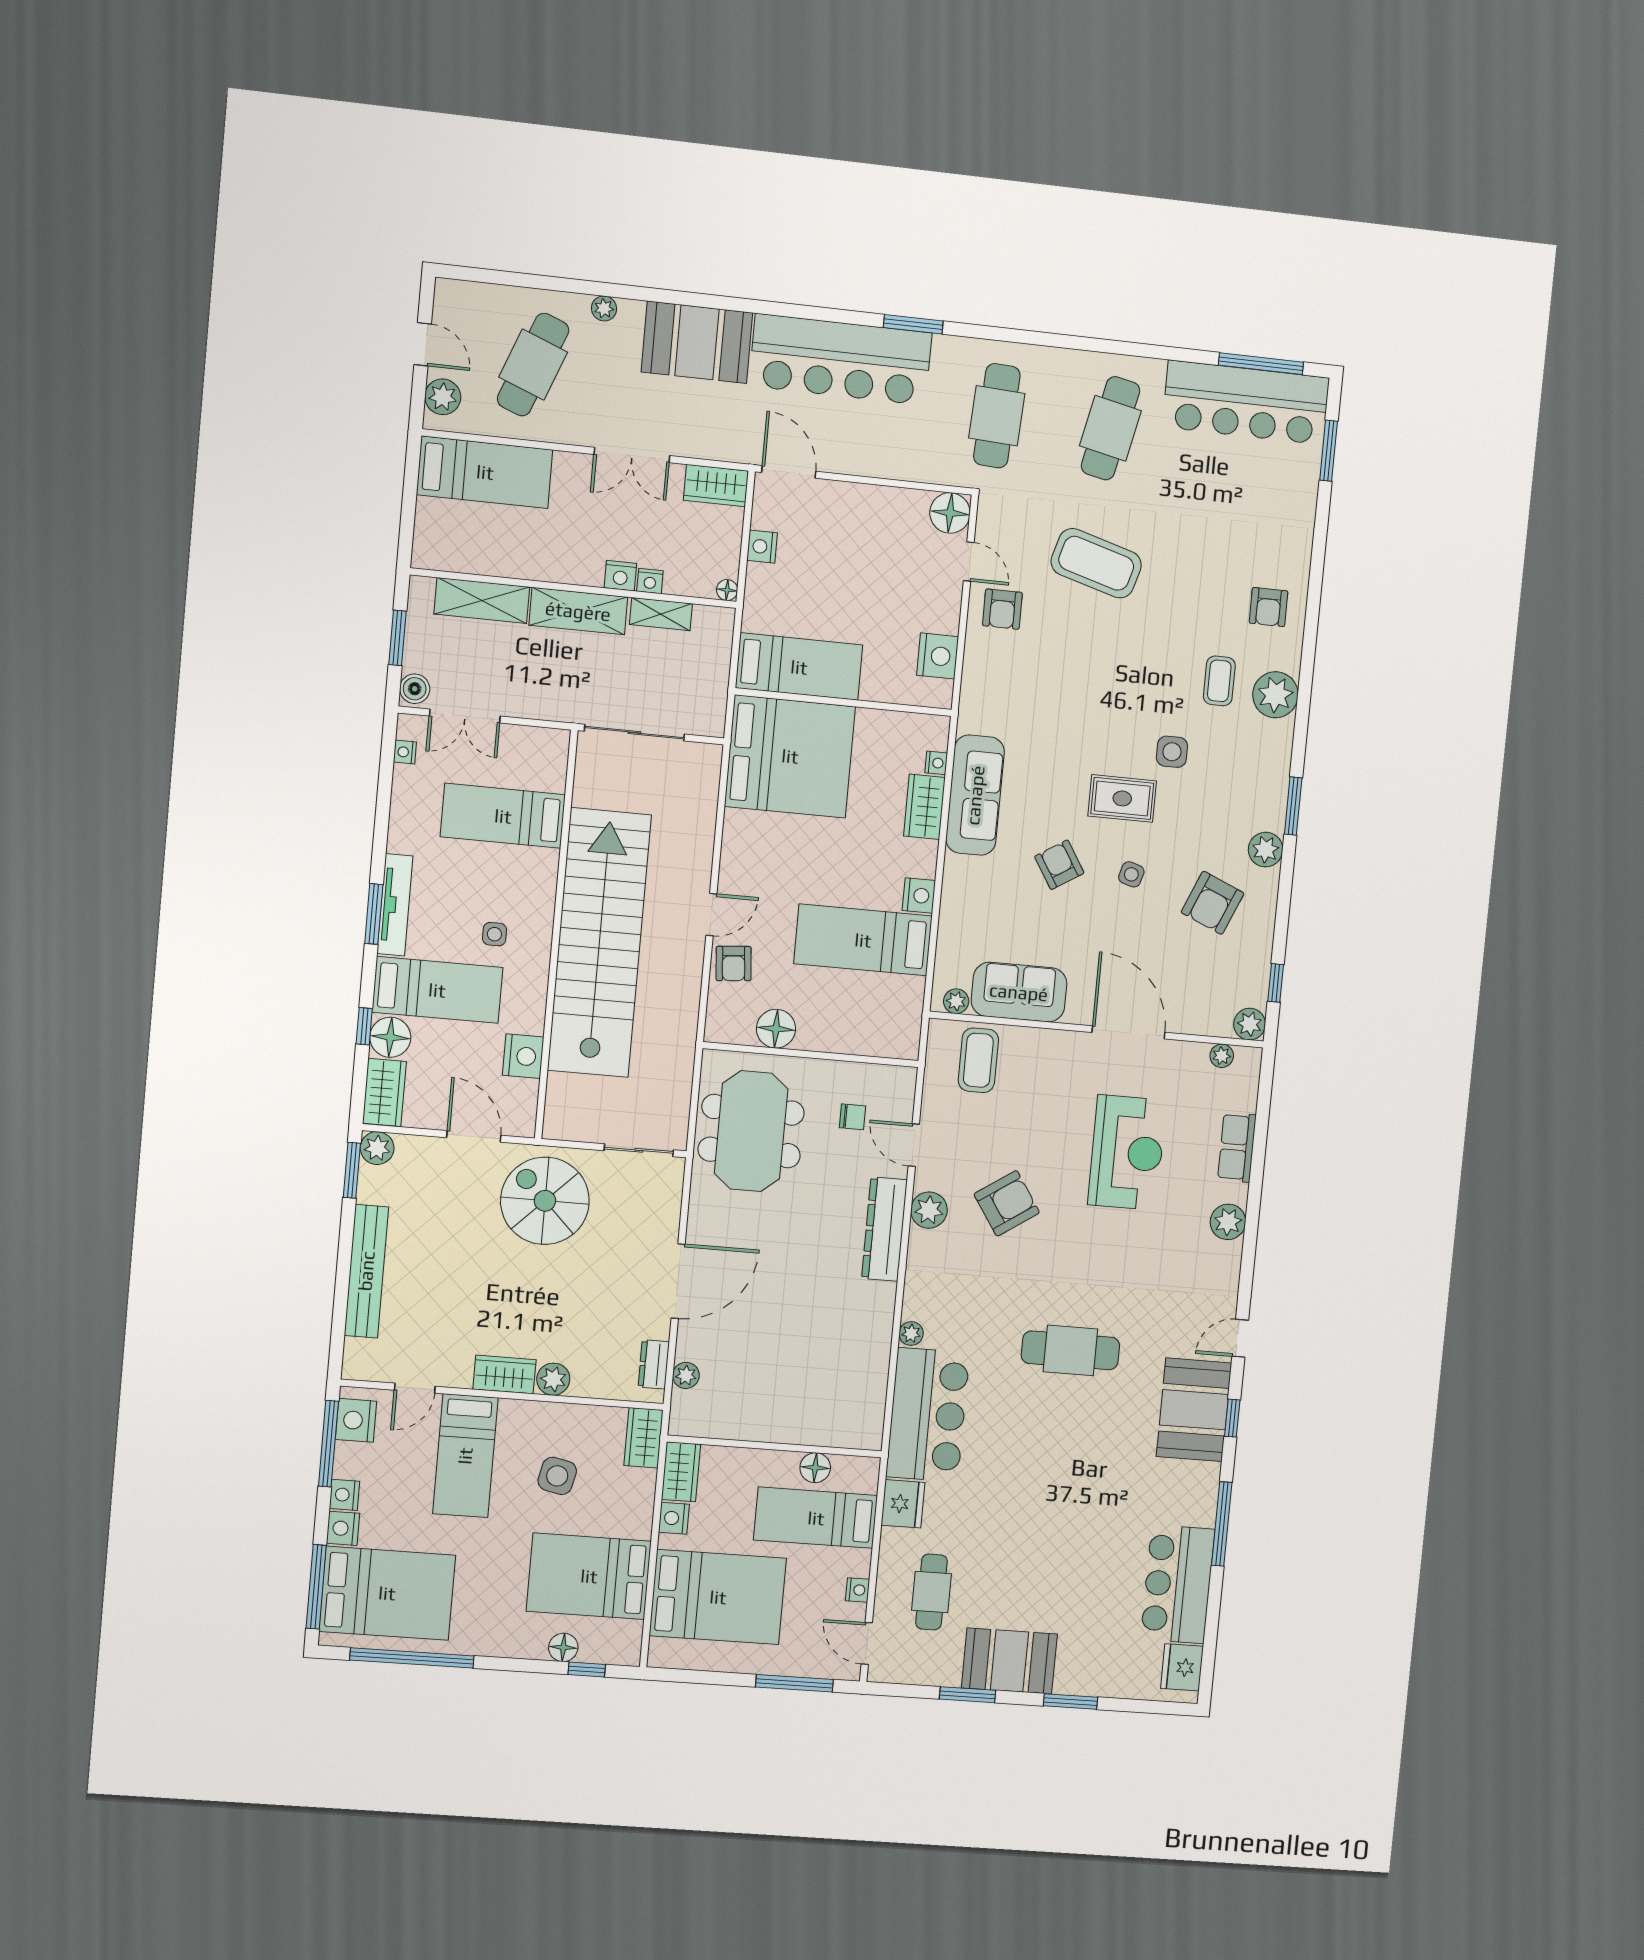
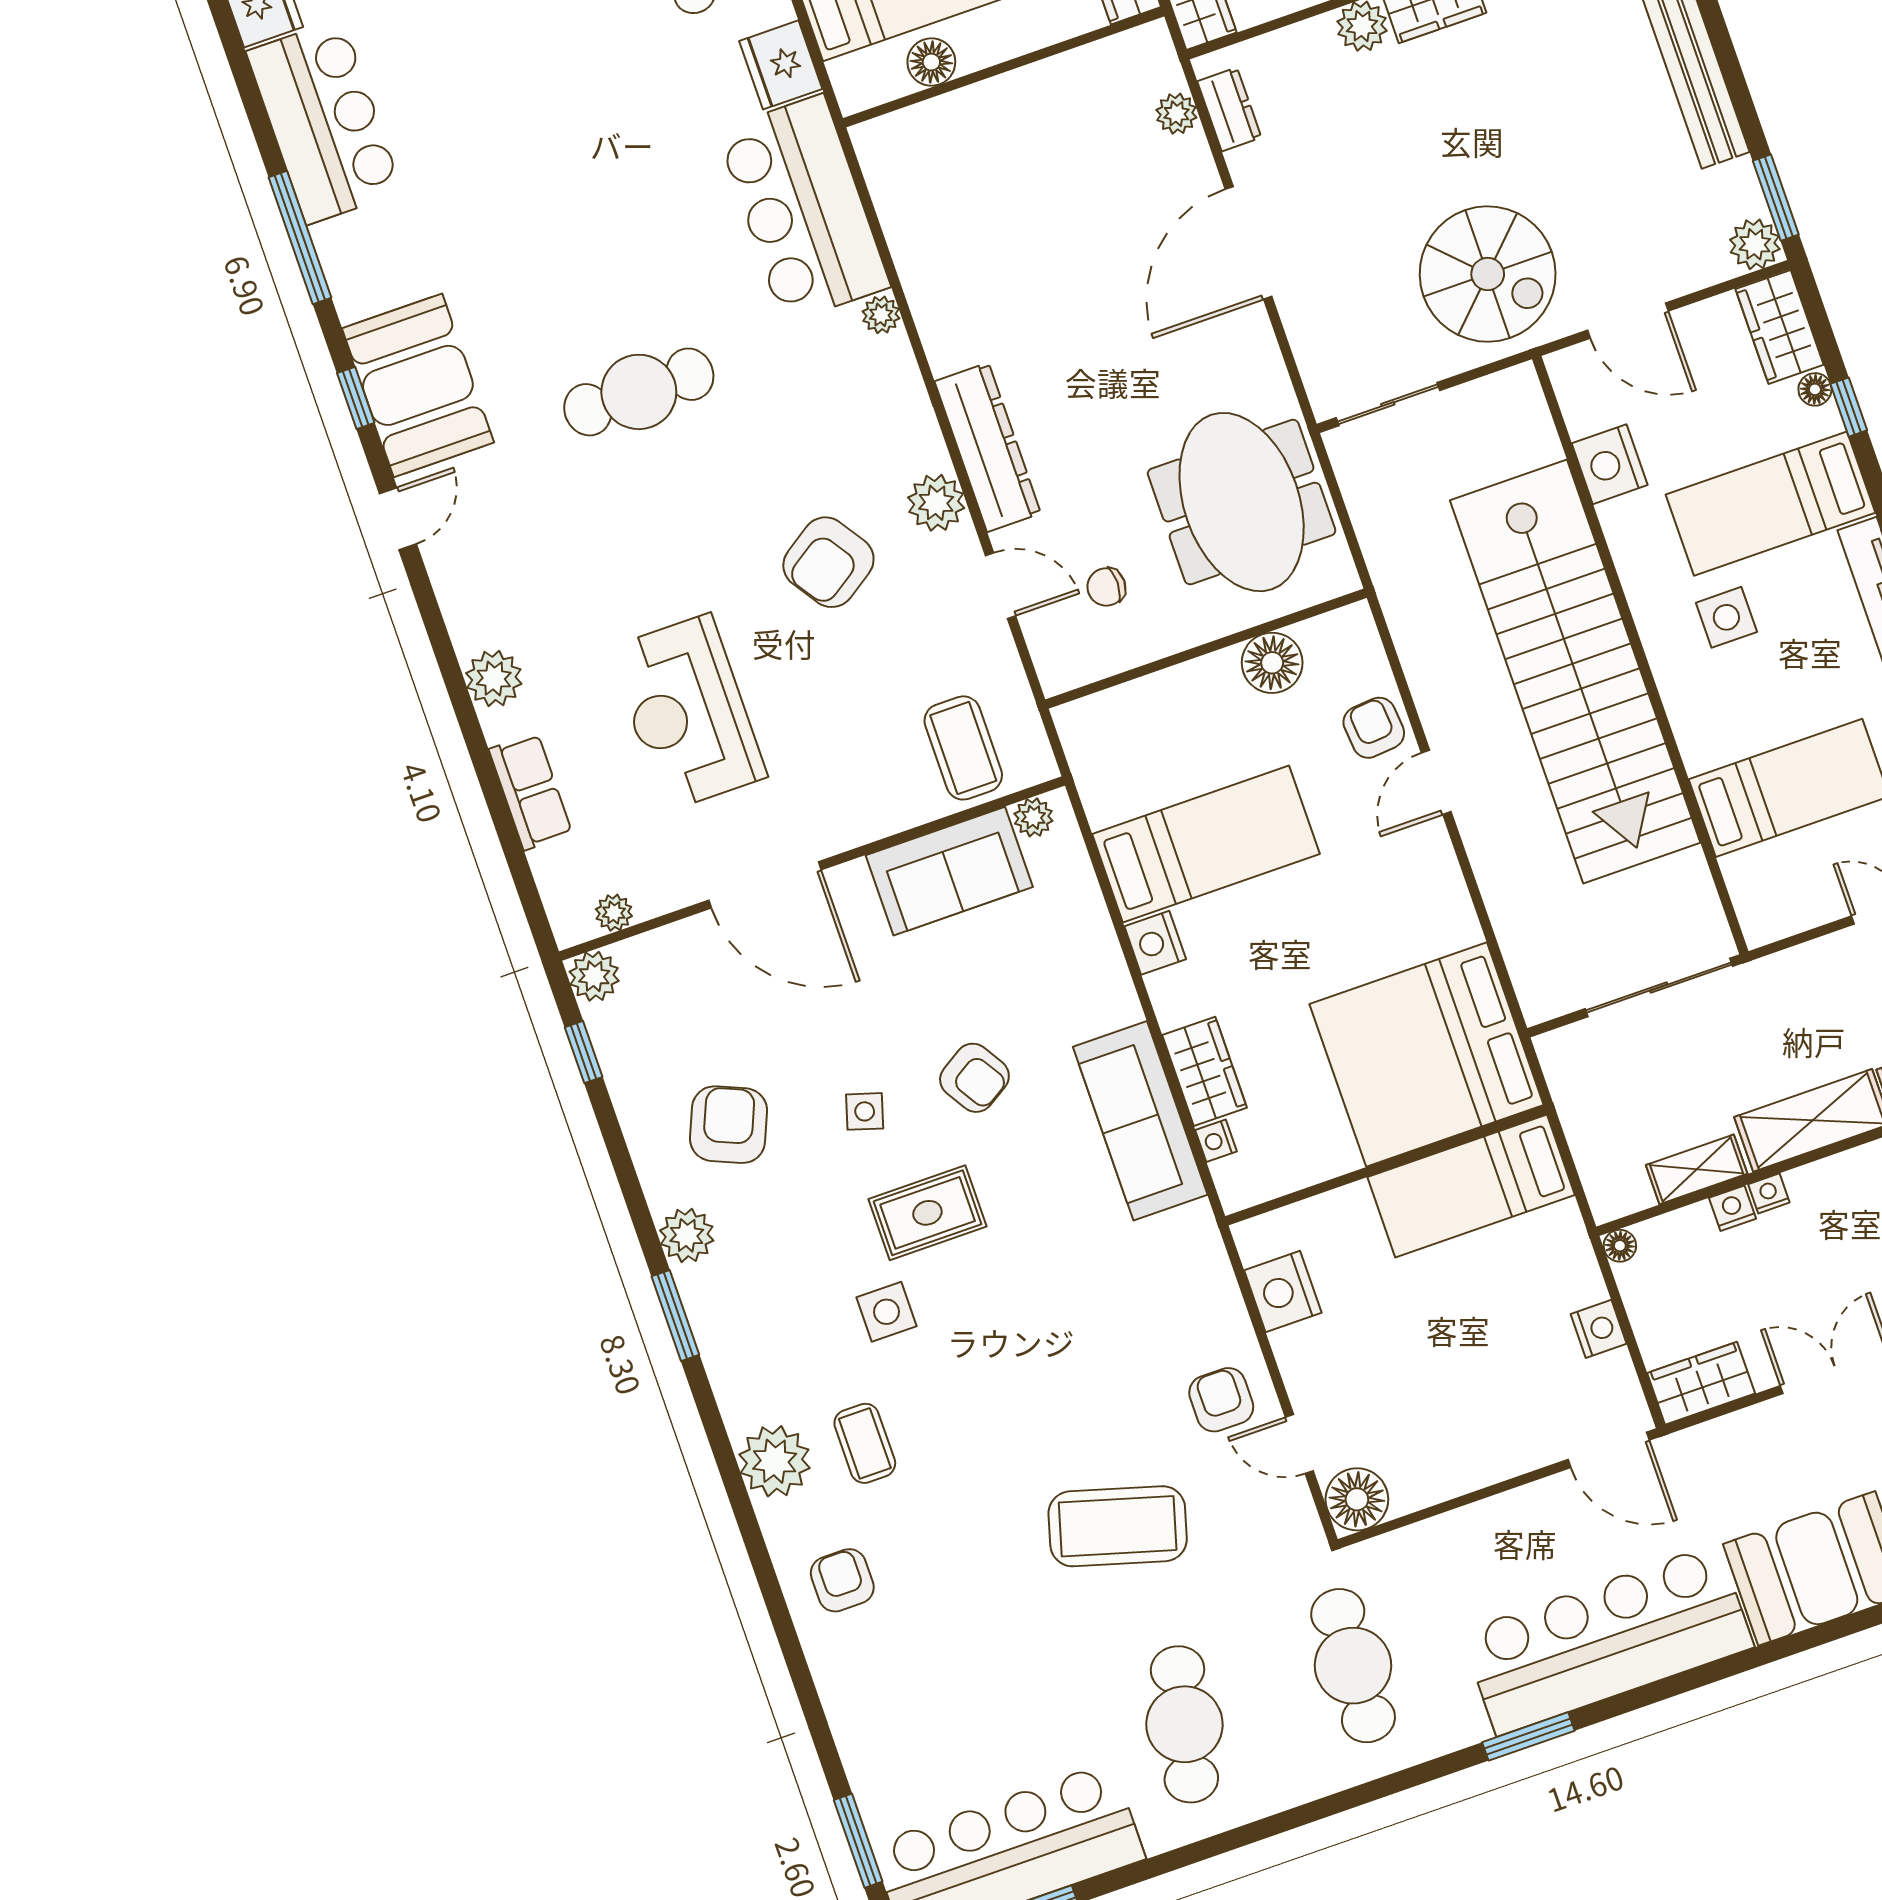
nightstand: (620, 576) -> (1769, 1193), width x0.72, depth x0.74
side table: (494, 934) -> (1726, 617), width x1.37, depth x1.37
floor lamp: (390, 1037) -> (1815, 389), width x0.53, depth x0.53

